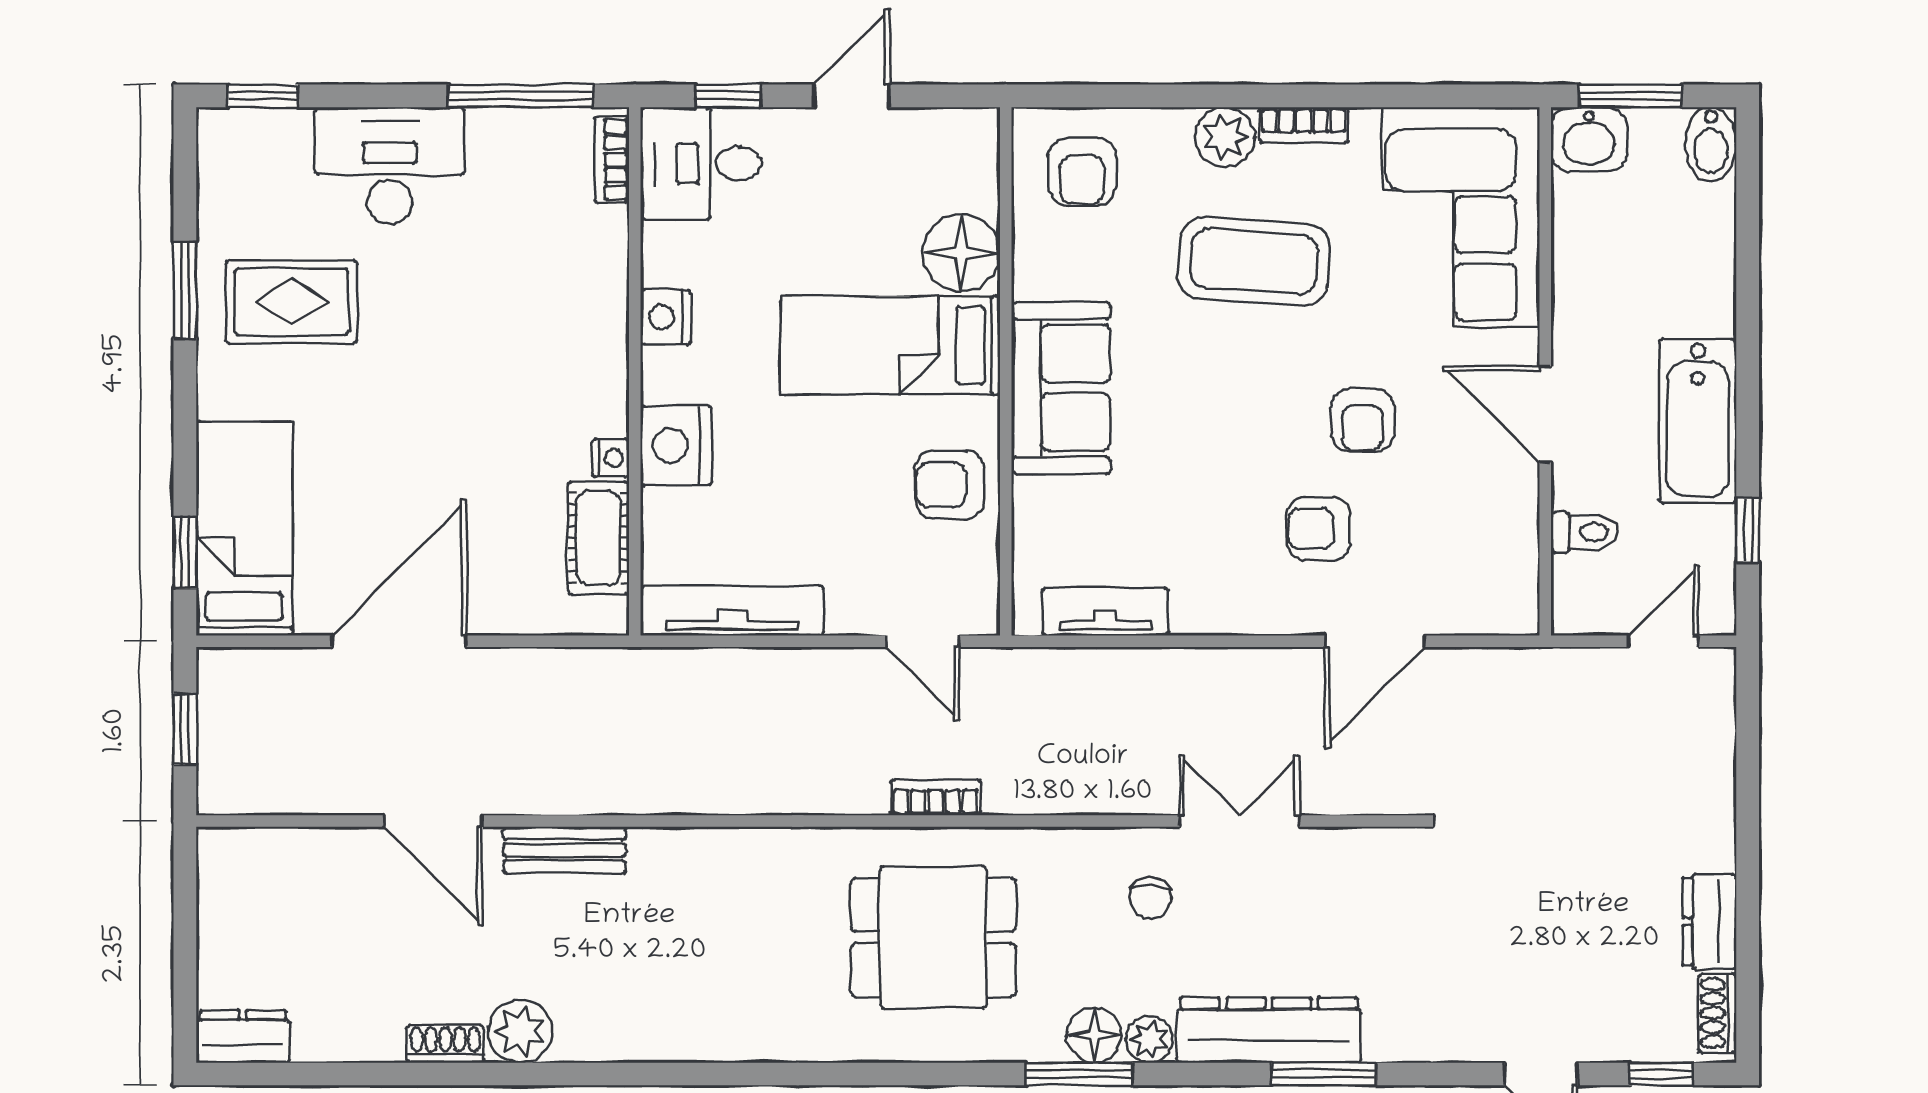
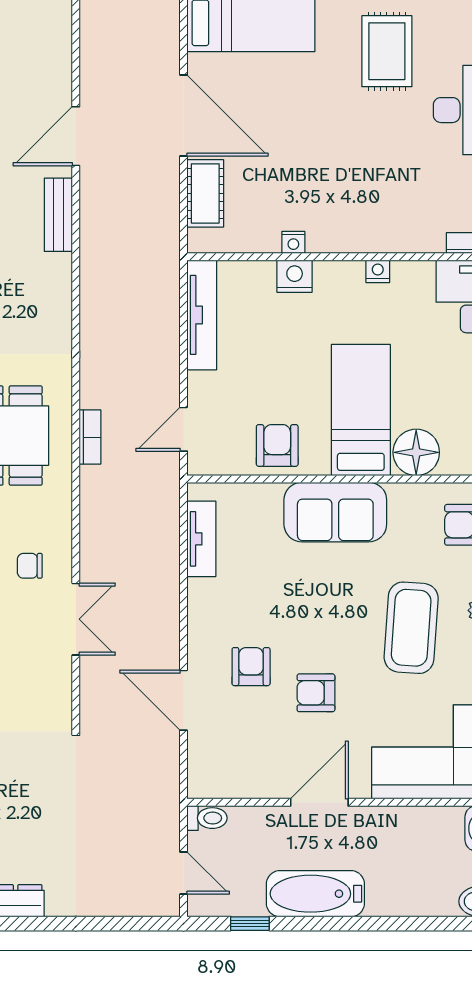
nightstand: (666, 317) -> (378, 271), width x0.72, depth x0.74
nightstand: (676, 445) -> (295, 276), width x0.74, depth x0.75
toilet: (1584, 532) -> (207, 818), moved, turned -90
cot: (598, 538) -> (205, 193), moved, turned 90

